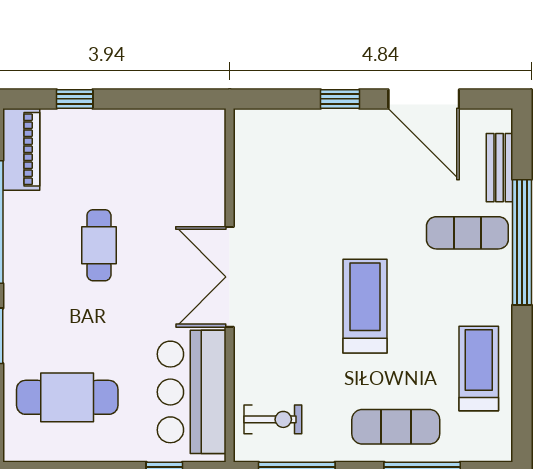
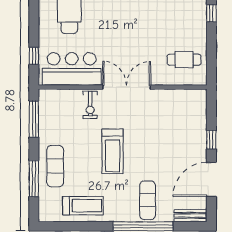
bench: (500, 168) -> (191, 216), moved
cafe table: (99, 245) -> (184, 60), moved
treadmill: (365, 306) -> (113, 151), turned 90
exercise bike: (273, 419) -> (90, 105), moved

